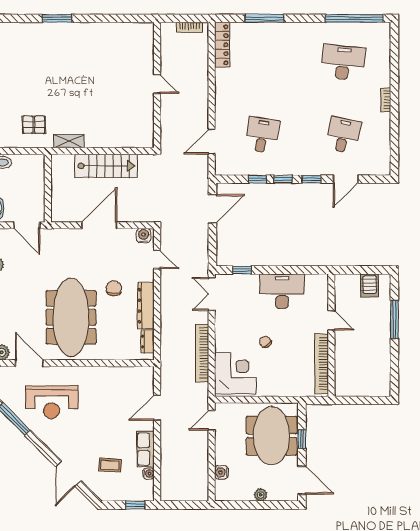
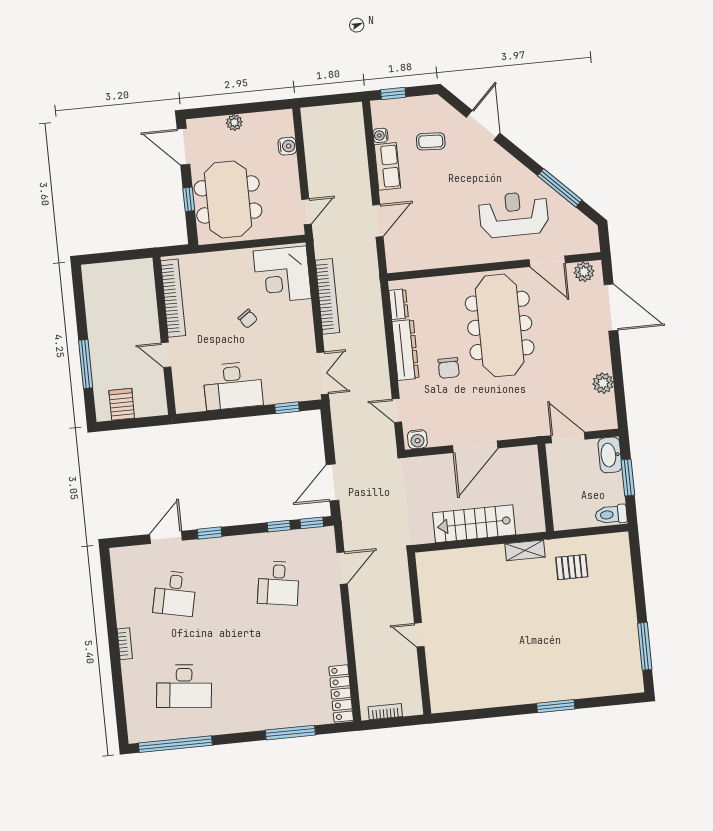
window: (283, 179) -> (312, 523), moved

